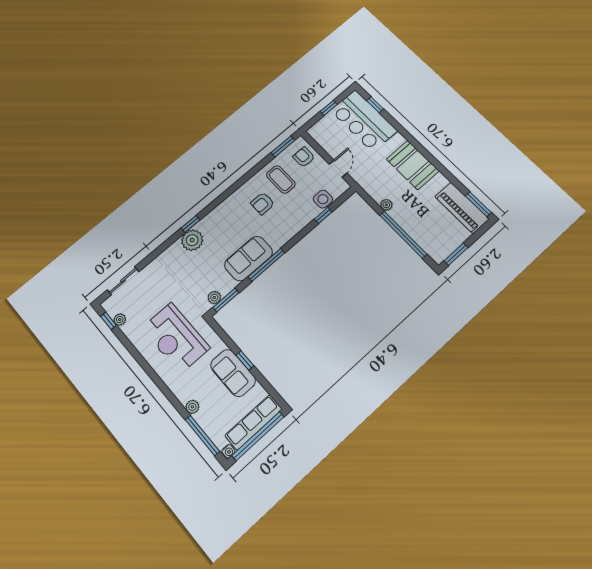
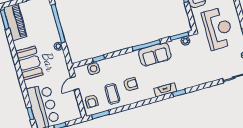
fireplace: (211, 219) -> (165, 90), added
plant: (192, 240) -> (183, 82), removed

